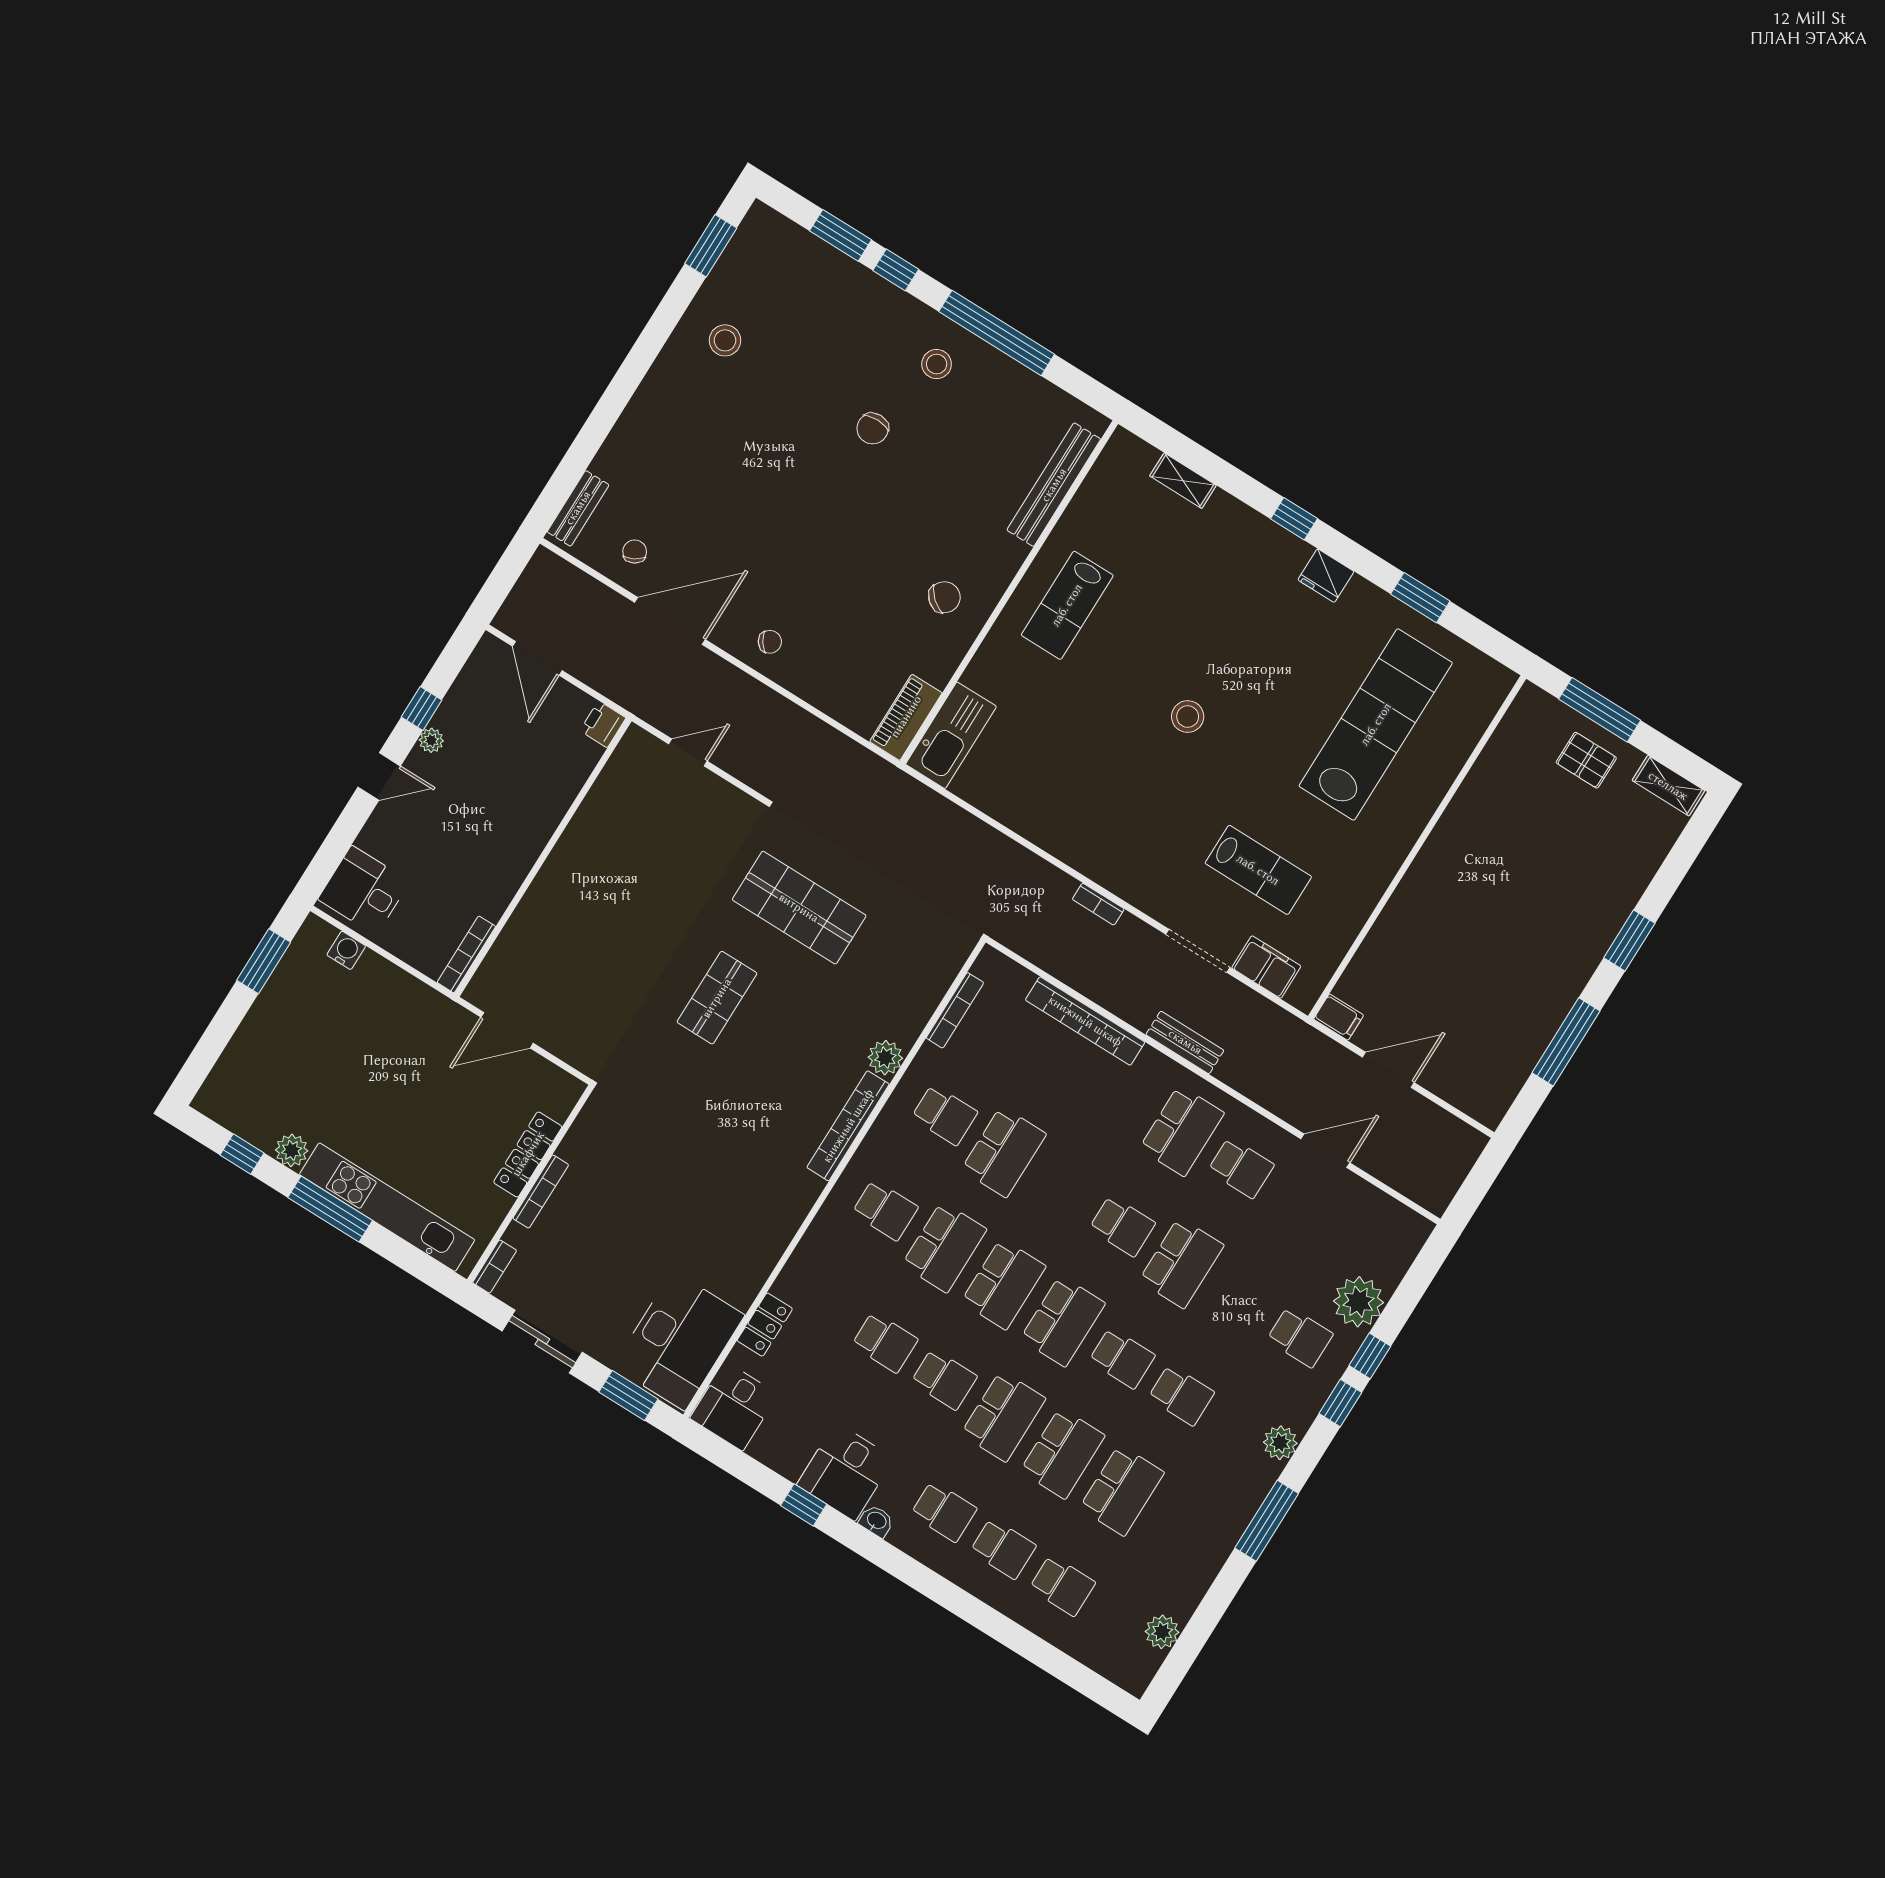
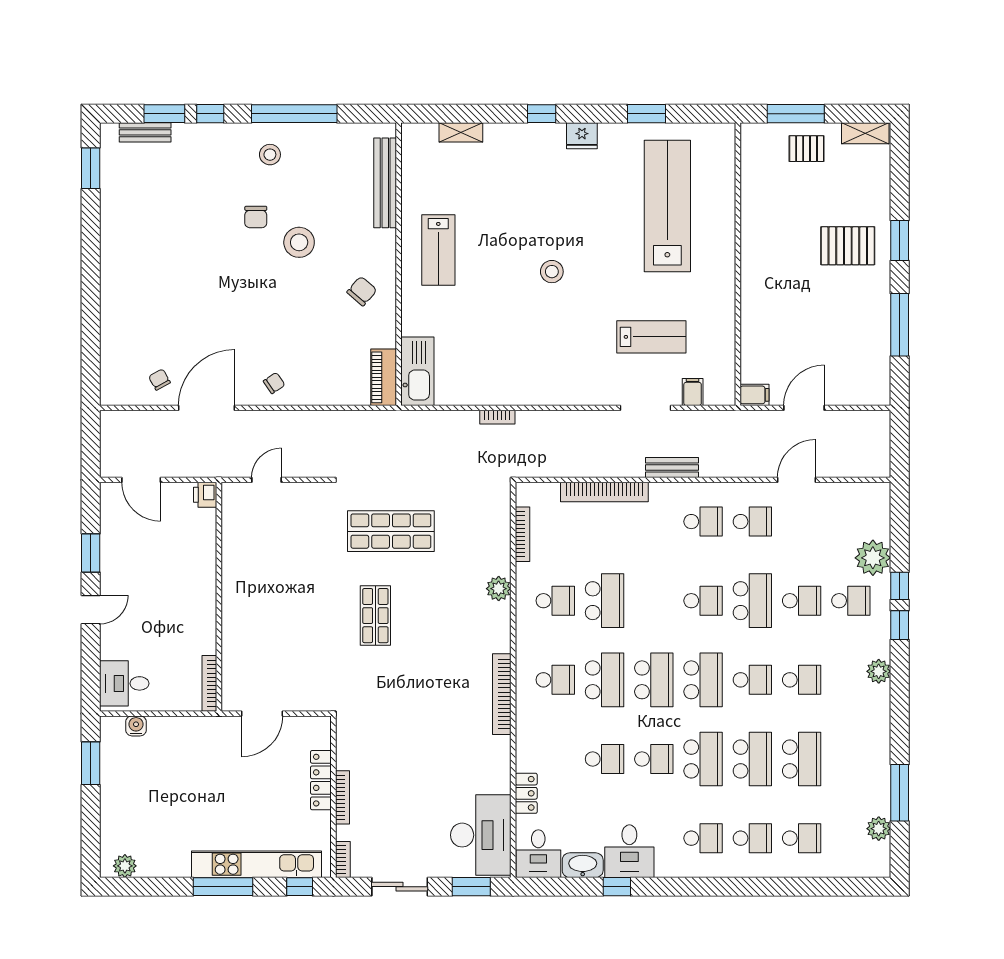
stool: (725, 340) -> (299, 242), moved, width x1.38, depth x1.38
bench: (578, 508) -> (145, 132), moved, turned 90
window: (422, 709) -> (91, 553), width x1.50
plant: (431, 740) -> (108, 568), removed
bookcase: (1098, 904) -> (497, 417), moved
pallet: (1563, 908) -> (848, 246), added
filing cabinet: (1266, 967) -> (693, 392), width x0.50
bookcase: (848, 1126) -> (502, 694), moved
school desk: (1182, 1131) -> (703, 522), width x0.54
plant: (292, 1150) -> (125, 866), moved
window: (242, 1154) -> (300, 887), moved
school desk: (1241, 1300) -> (802, 601), added
washbasin: (876, 1521) -> (583, 865), moved, width x1.91, depth x1.45
window: (1267, 1521) -> (900, 793), moved

